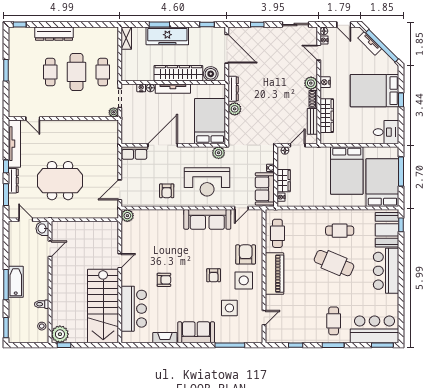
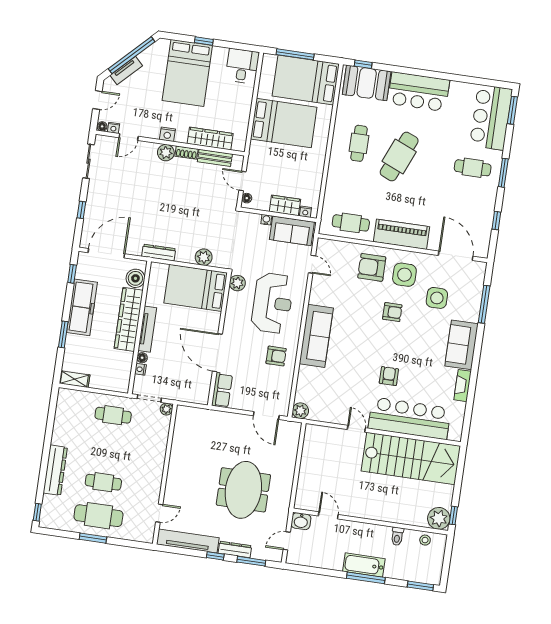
freezer: (167, 36) -> (82, 307), moved
cafe table: (77, 72) -> (98, 516), moved
plant: (235, 109) -> (204, 257), moved
sofa: (207, 219) -> (316, 336), moved
bar counter: (134, 309) -> (410, 418), width x1.36
door: (264, 318) -> (456, 256), width x1.87

